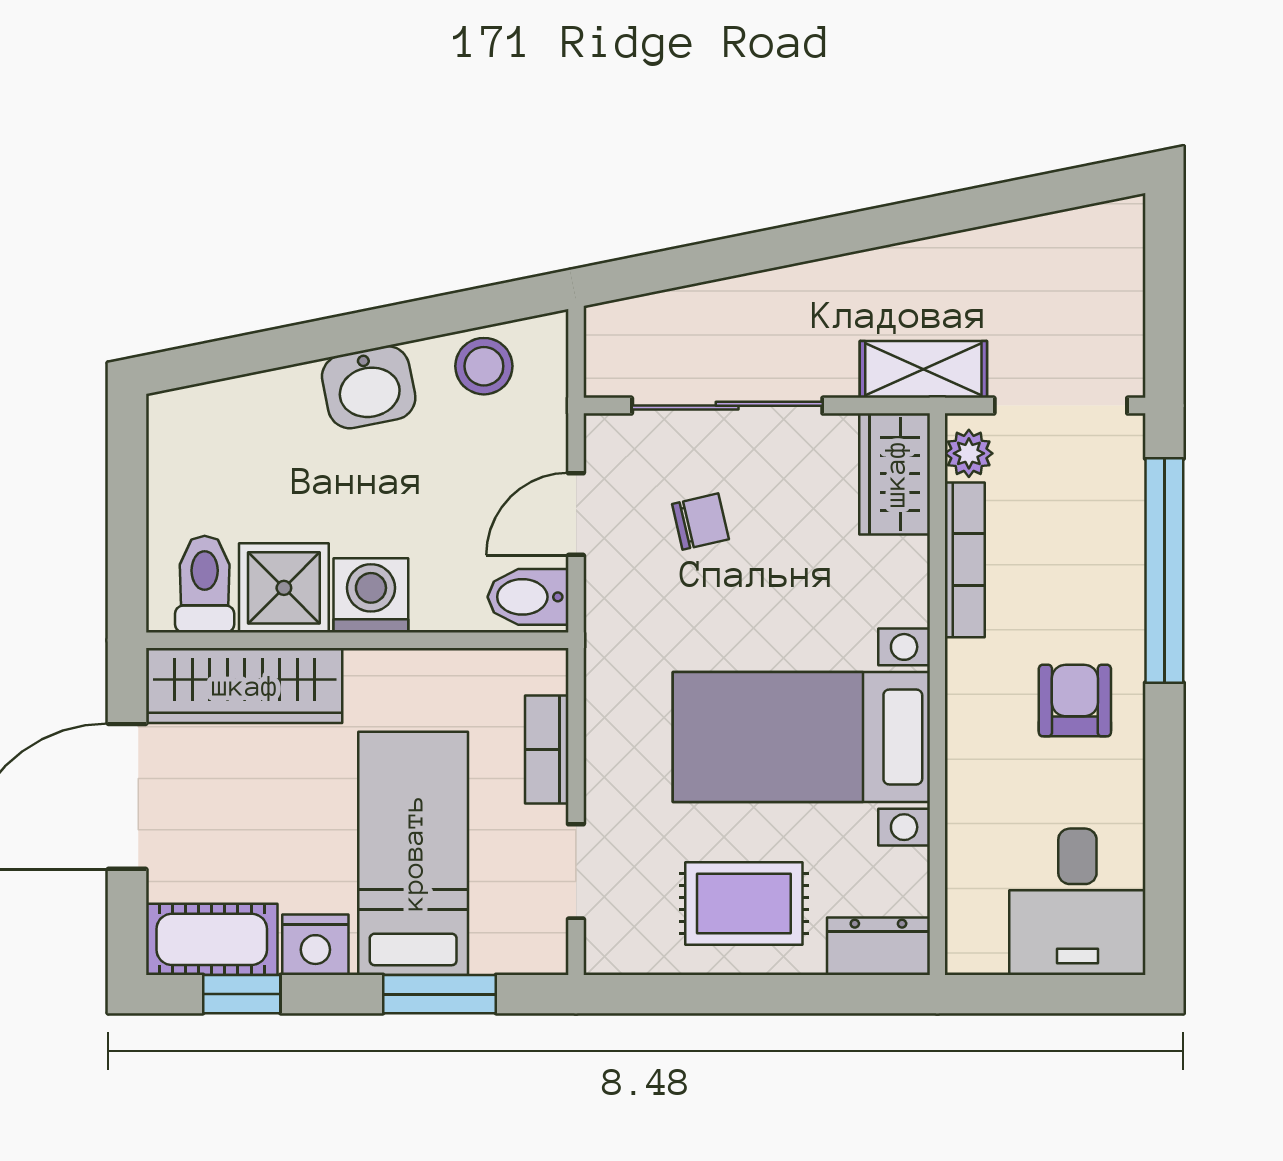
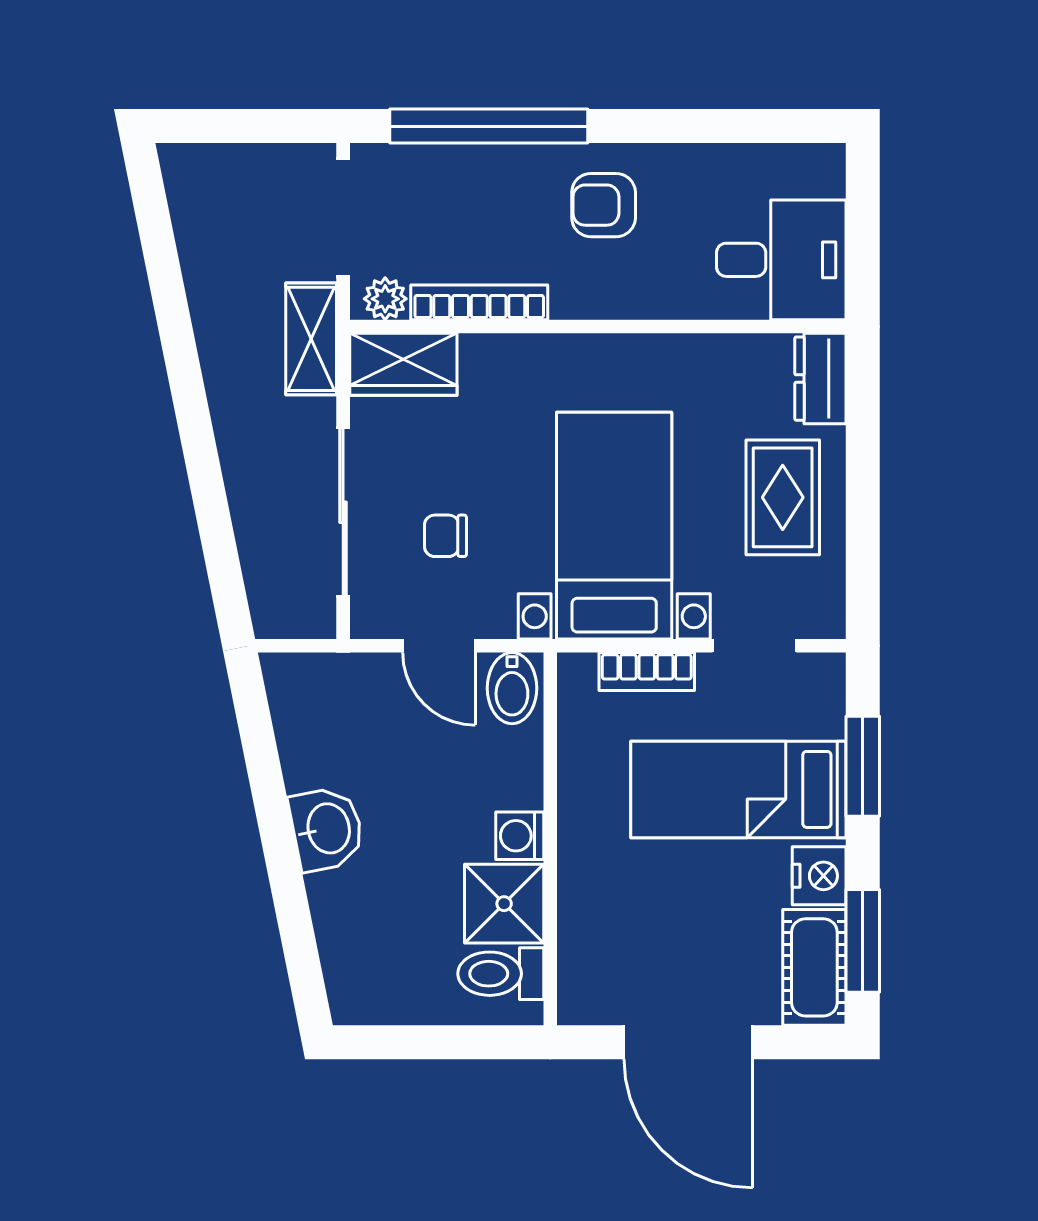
stool: (484, 366) -> (308, 727), removed
chair: (700, 522) -> (445, 536), turned -77
washing machine: (371, 595) -> (520, 836), width x0.73, depth x0.73
wardrobe: (245, 686) -> (590, 938), removed
bed with nightstands: (801, 737) -> (614, 526), moved, turned 180
desk: (1077, 902) -> (781, 260), moved
window: (242, 994) -> (863, 941), width x1.50

